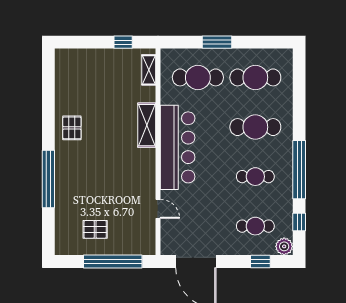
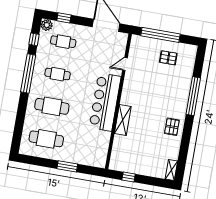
shelving: (149, 70) -> (171, 170), moved
cafe table: (198, 77) -> (84, 145), removed
door: (158, 209) -> (125, 64), hinge flipped

